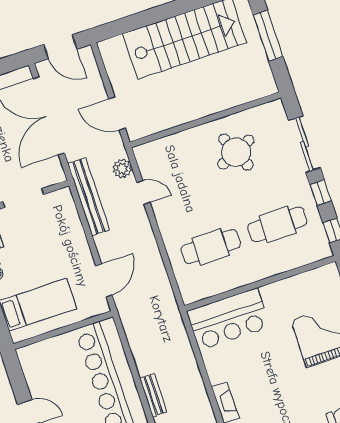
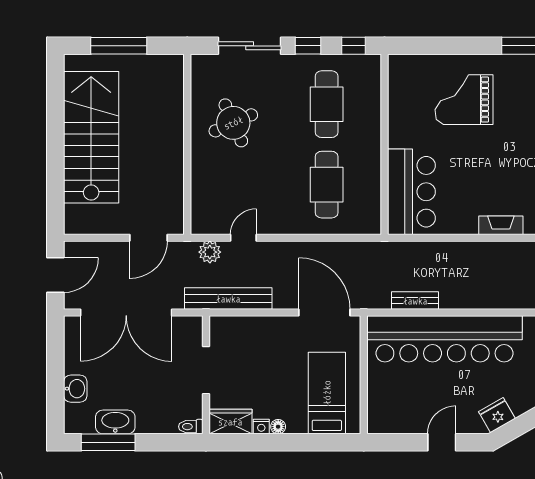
door: (104, 280) -> (324, 313), width x1.36
bench: (153, 395) -> (415, 301), moved

